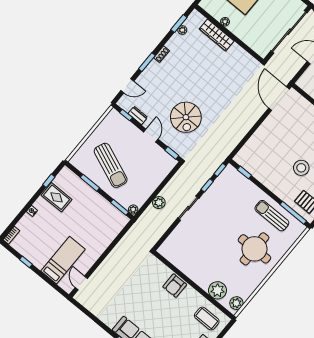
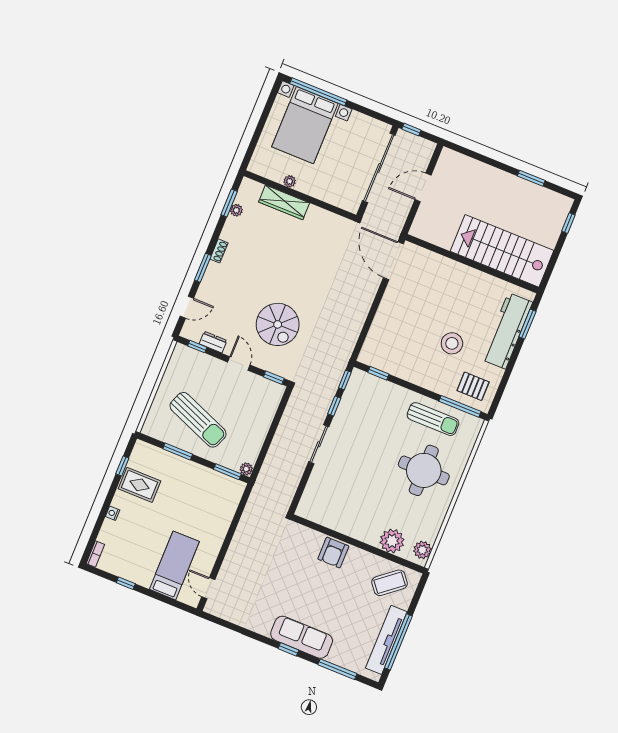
plant: (159, 203) -> (277, 449), removed
sun lounger: (272, 216) -> (433, 419), turned 180
coffee table: (207, 318) -> (390, 583), turned -39

